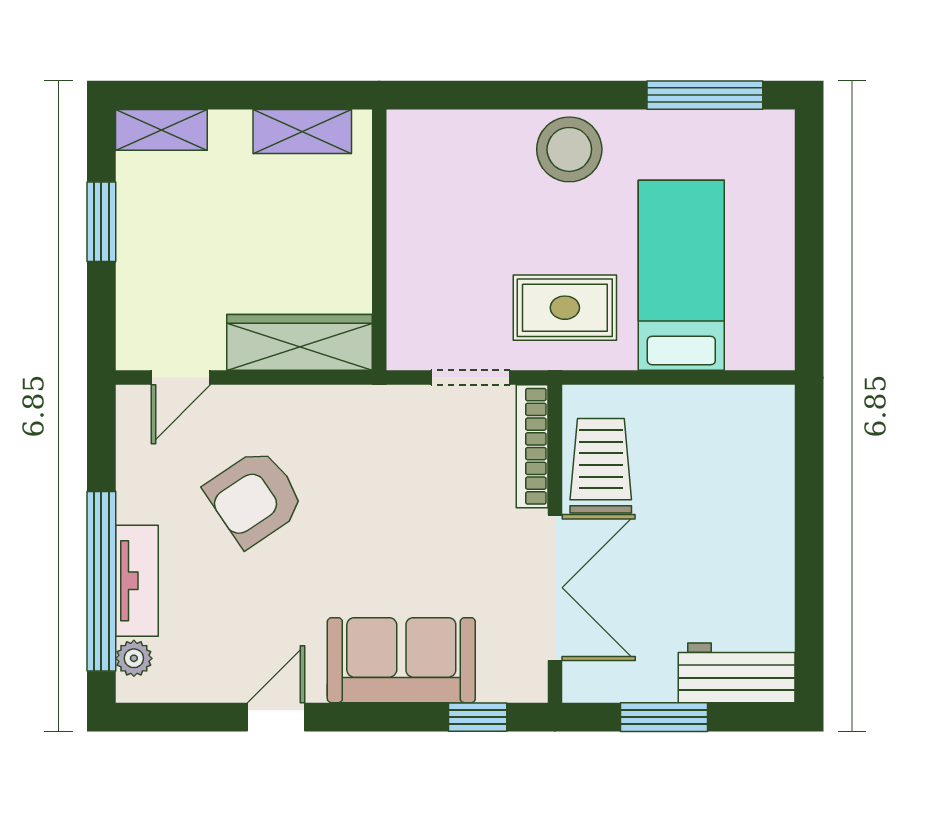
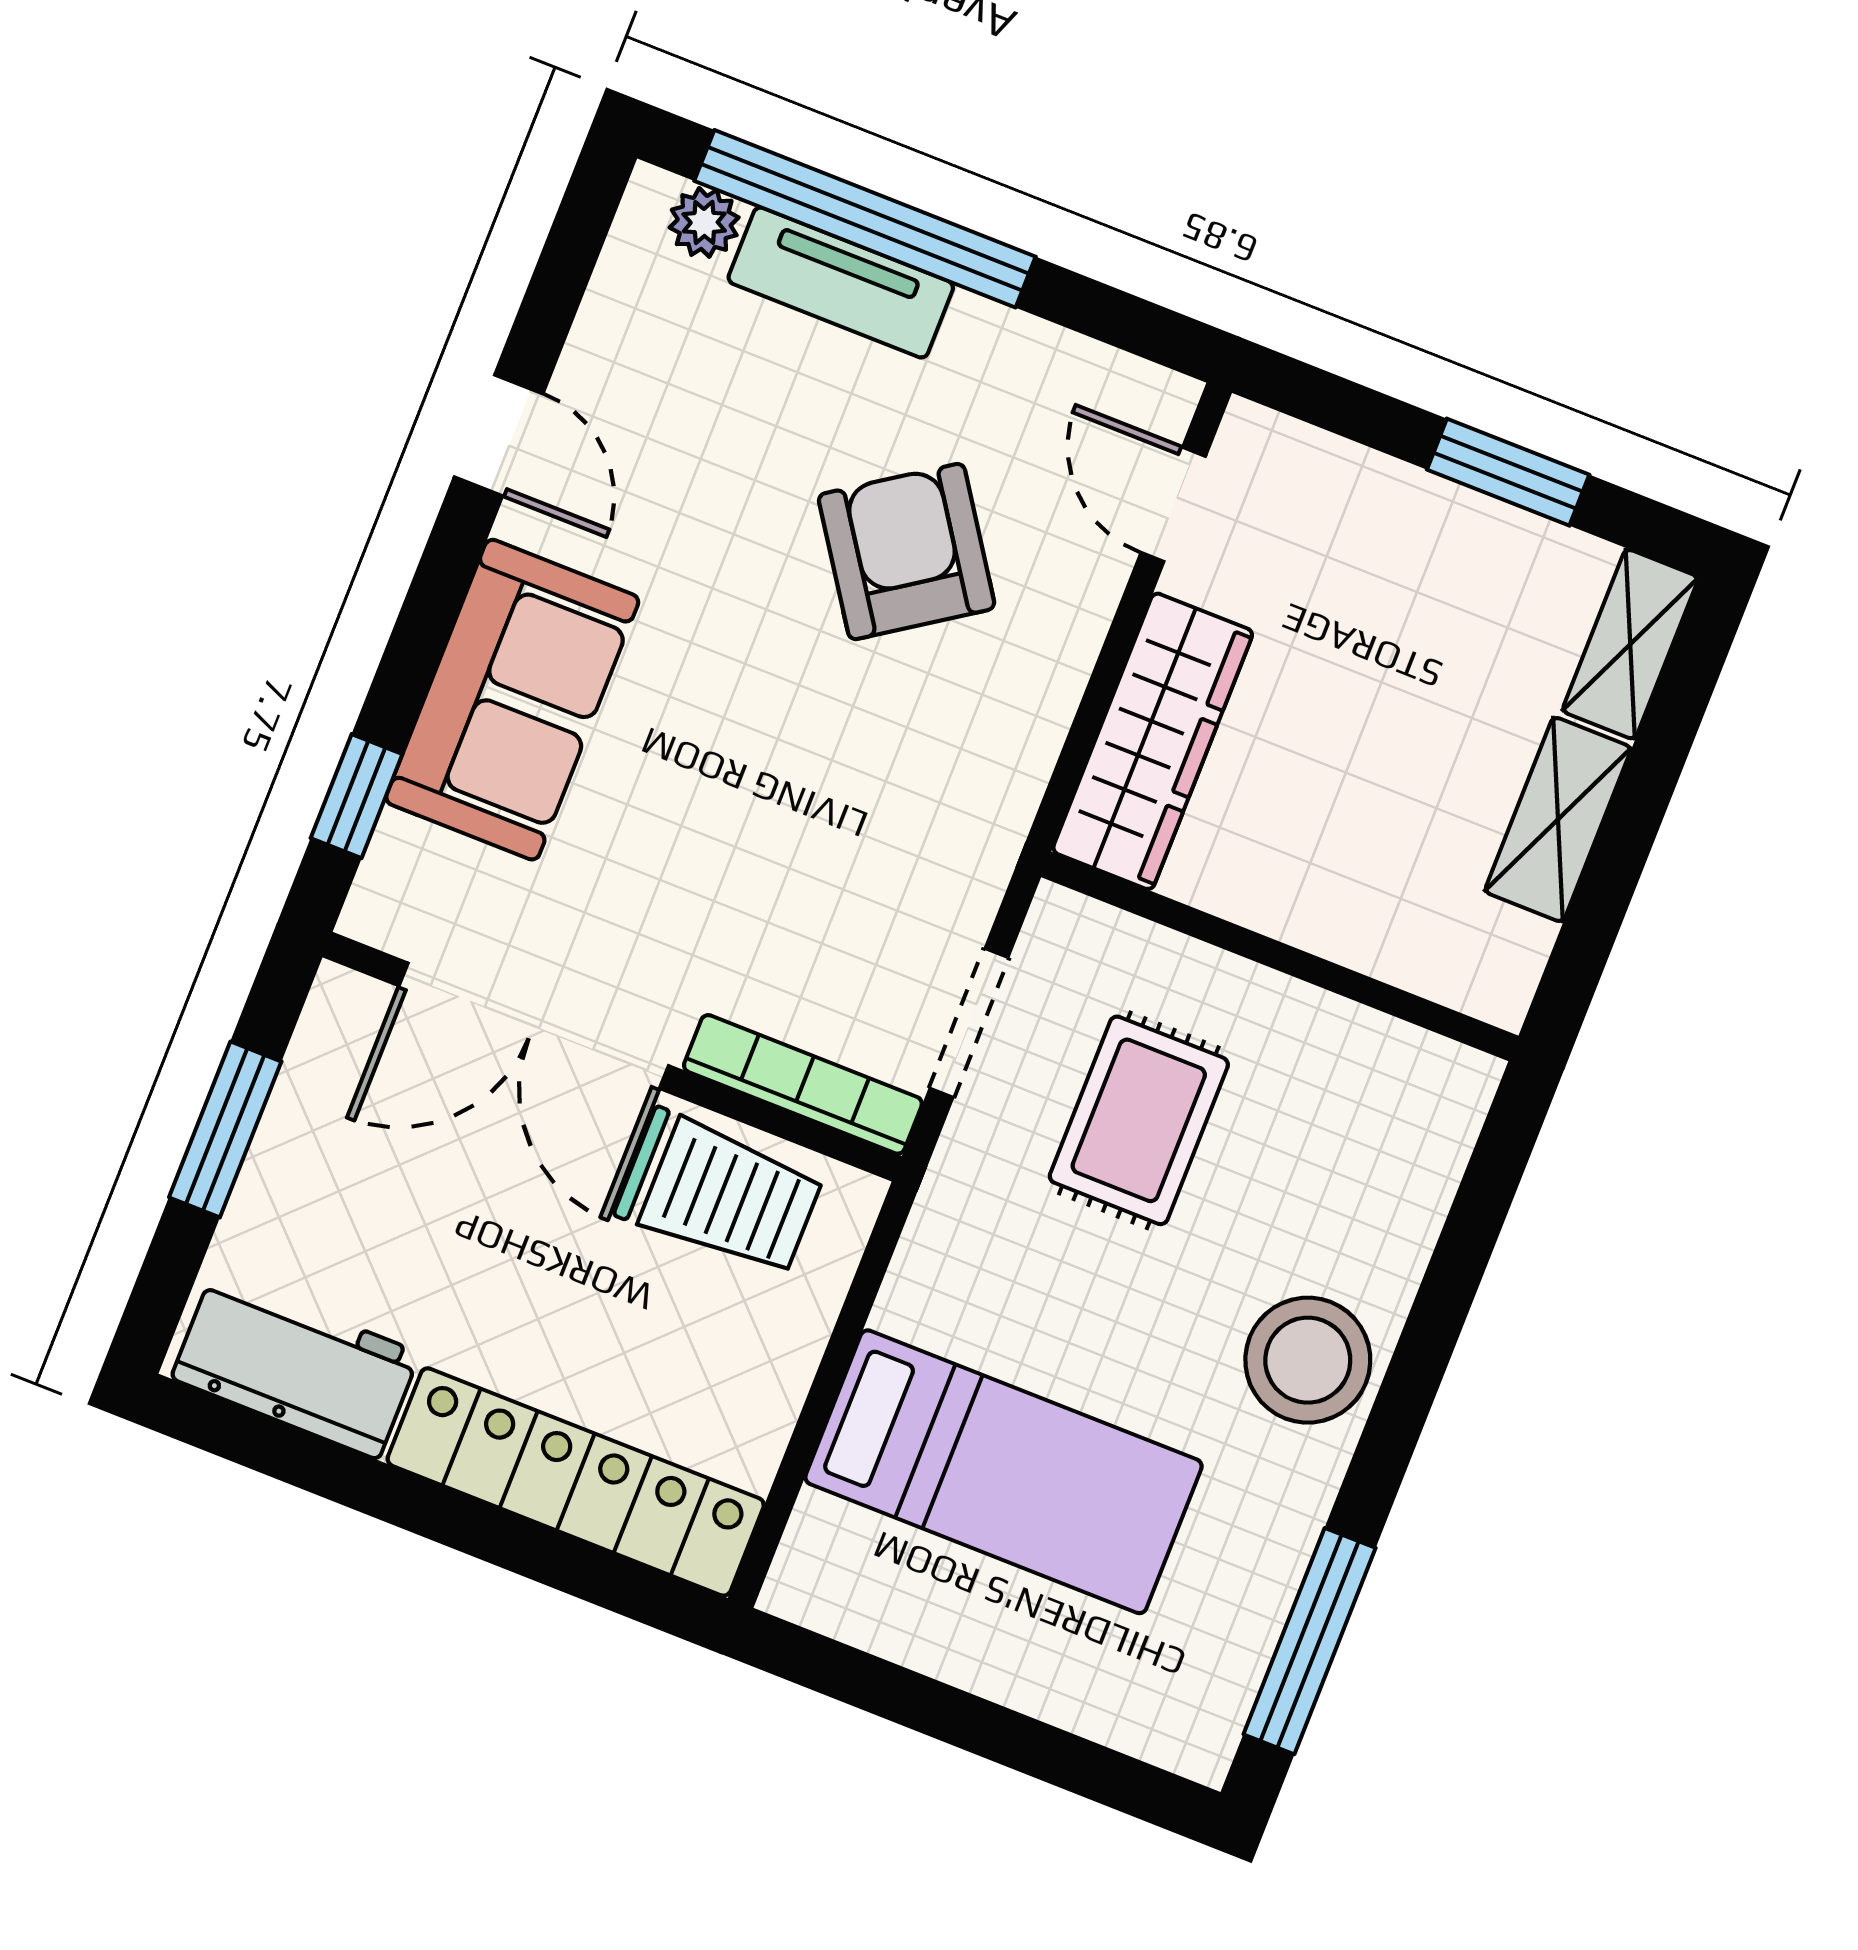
shelving: (302, 131) -> (1558, 820), moved
rug: (565, 308) -> (1139, 1120), moved
locker: (768, 480) -> (576, 1482), added
workbench: (737, 673) -> (296, 1366), moved, turned -90

